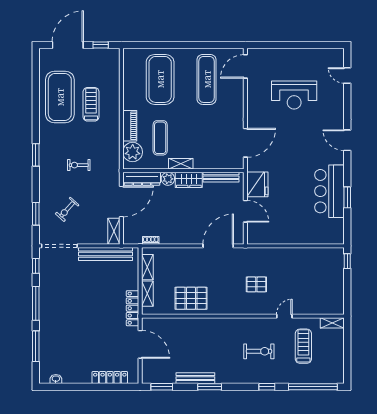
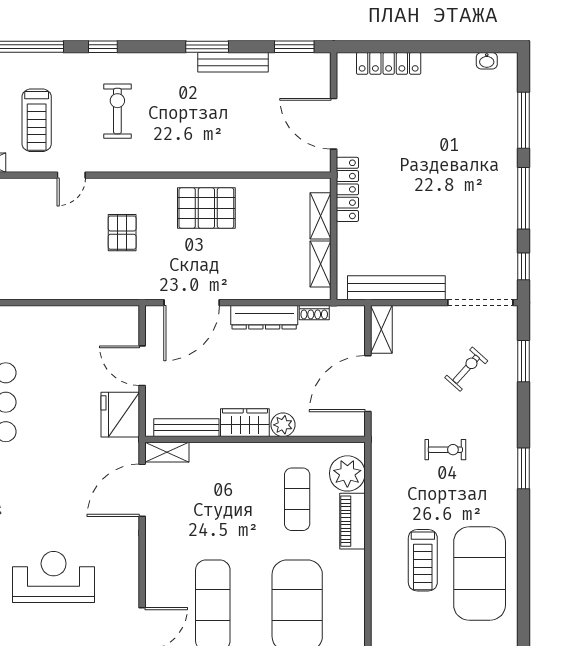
shelving: (181, 164) -> (167, 452), moved
dresser: (142, 179) -> (264, 317), moved, turned 180
pallet: (256, 284) -> (122, 233), turned 90
pallet: (191, 298) -> (206, 208), moved
exercise bike: (259, 351) -> (117, 111), turned 90

